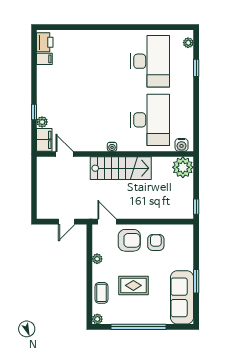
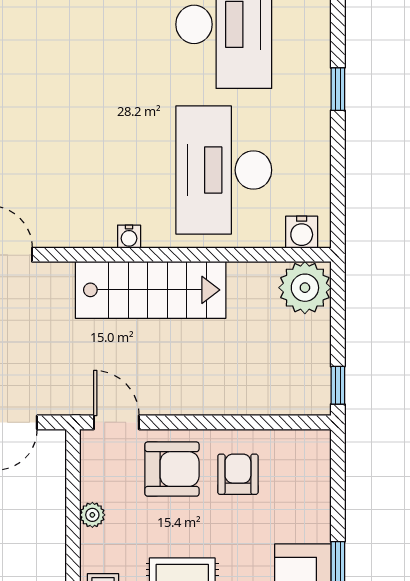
window: (196, 68) -> (338, 89), moved
desk: (150, 120) -> (224, 170), turned 180

